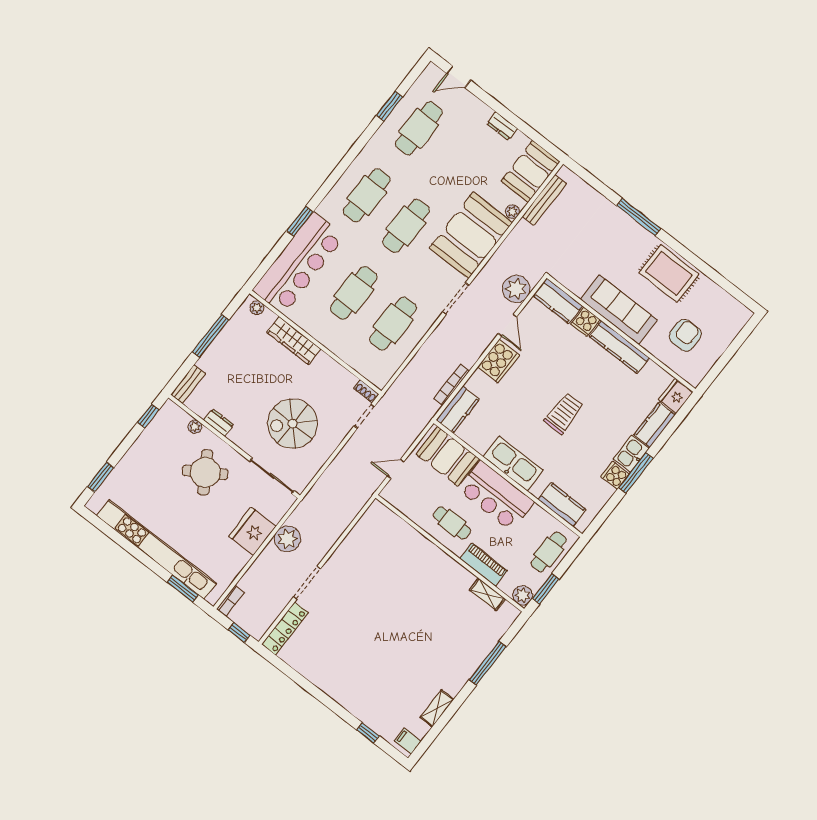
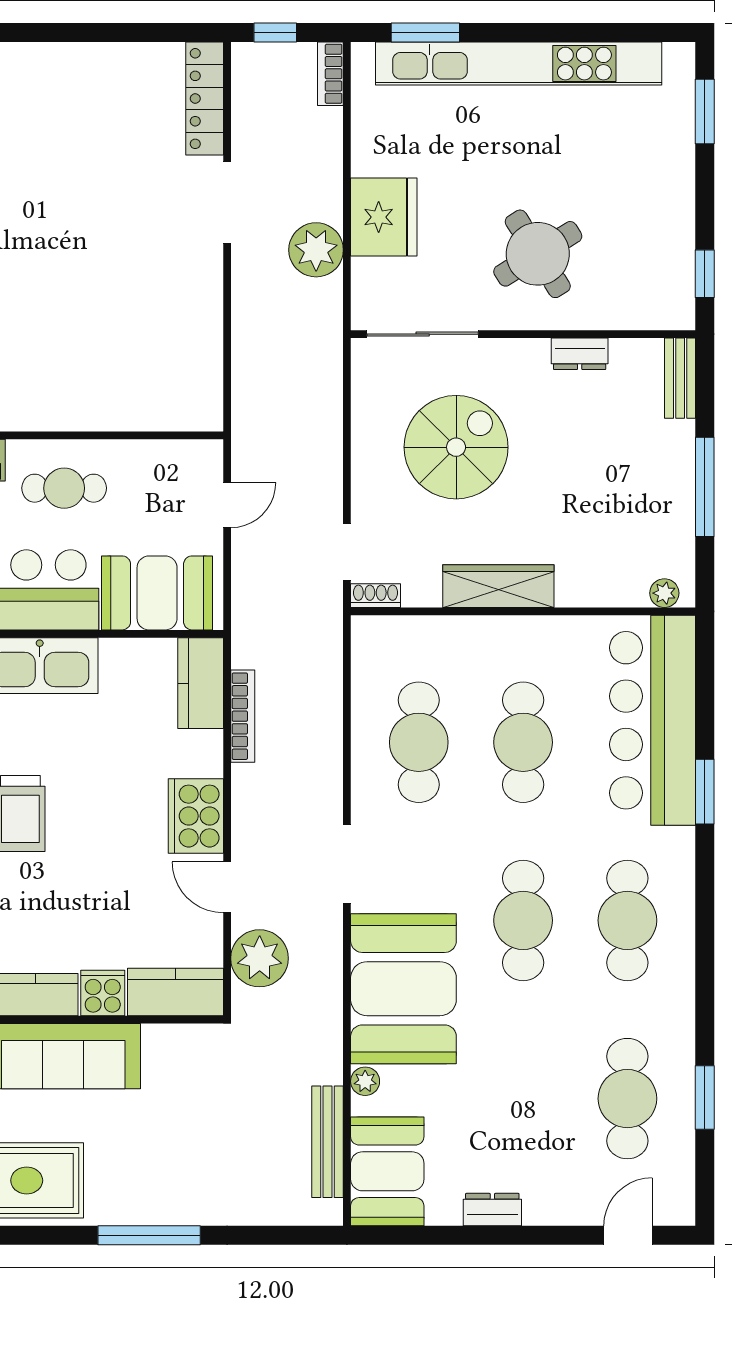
wardrobe: (294, 341) -> (498, 586), moved
plant: (195, 427) -> (614, 316), removed

